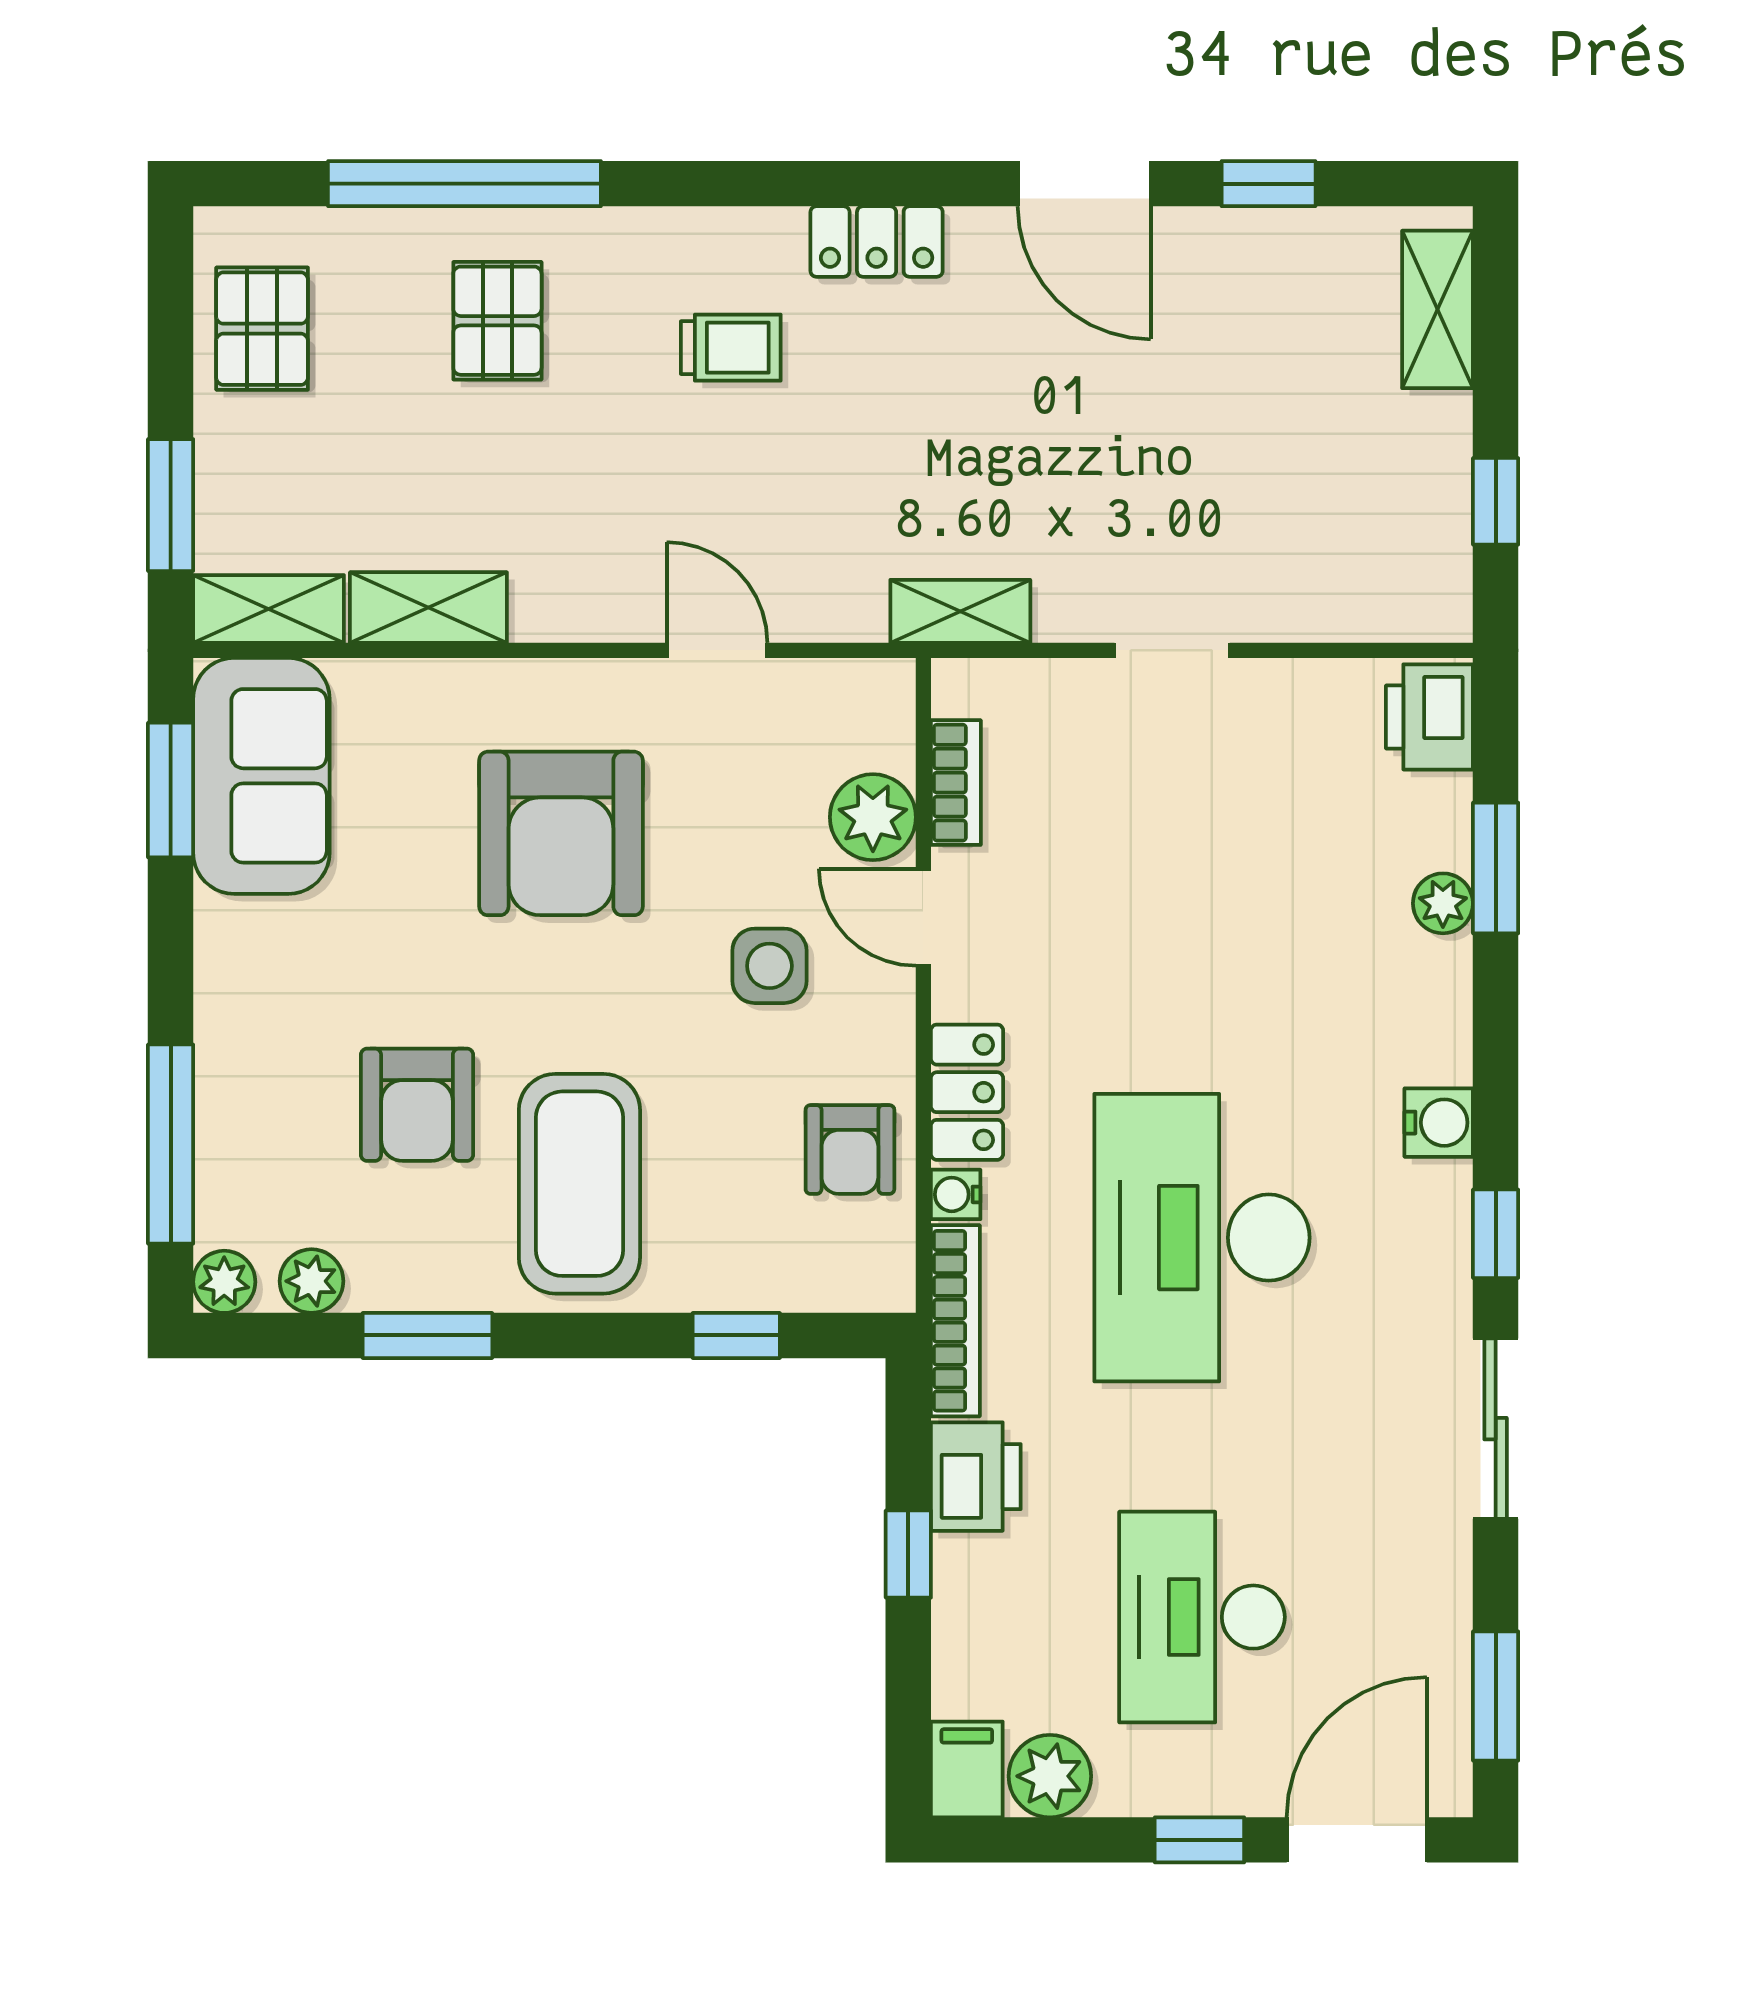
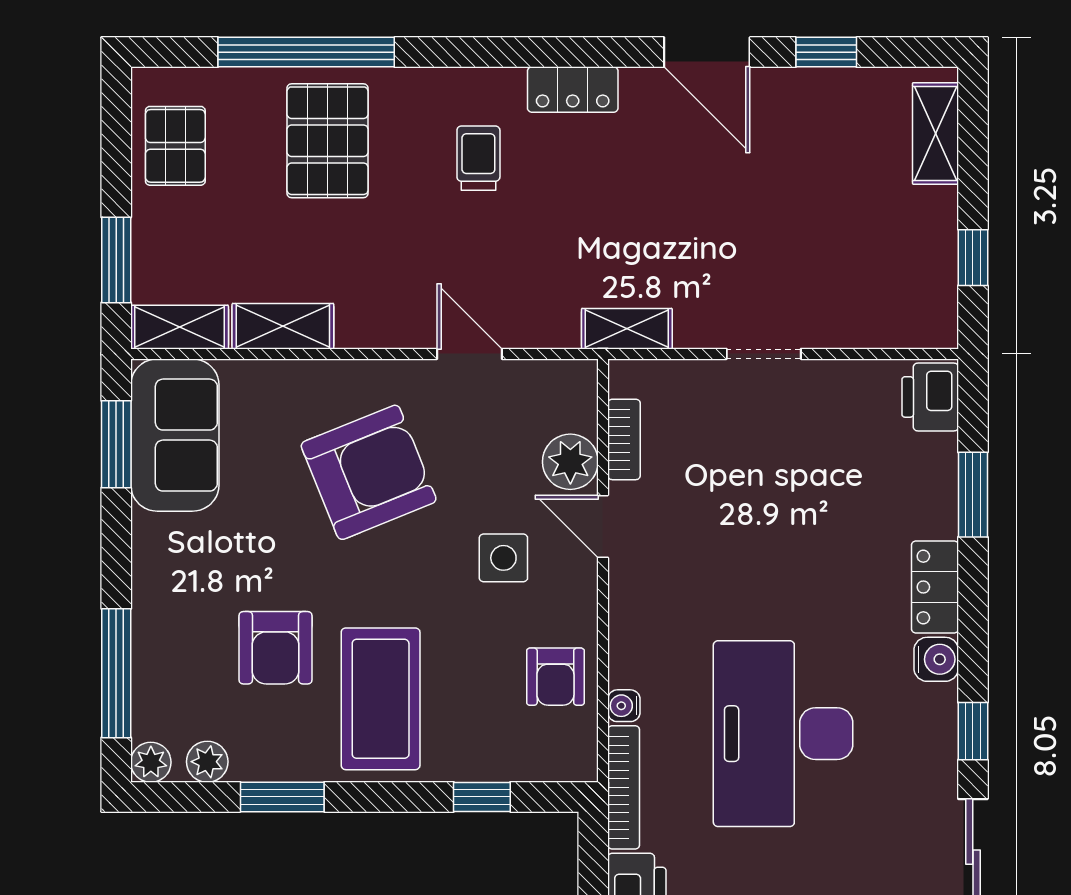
pallet: (497, 321) -> (328, 141), width x1.50, depth x1.42
trolley: (731, 348) -> (478, 158), turned -90
armchair: (561, 833) -> (369, 472), turned -112
plant: (1443, 903) -> (939, 518), removed
locker: (967, 1092) -> (935, 587), moved, turned 180

